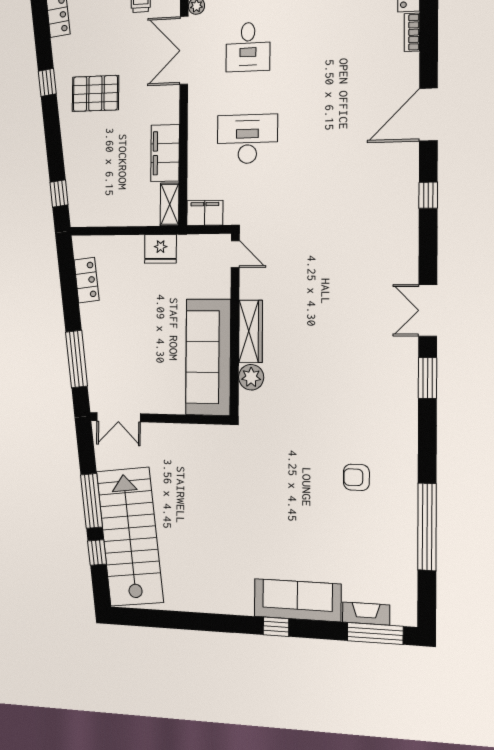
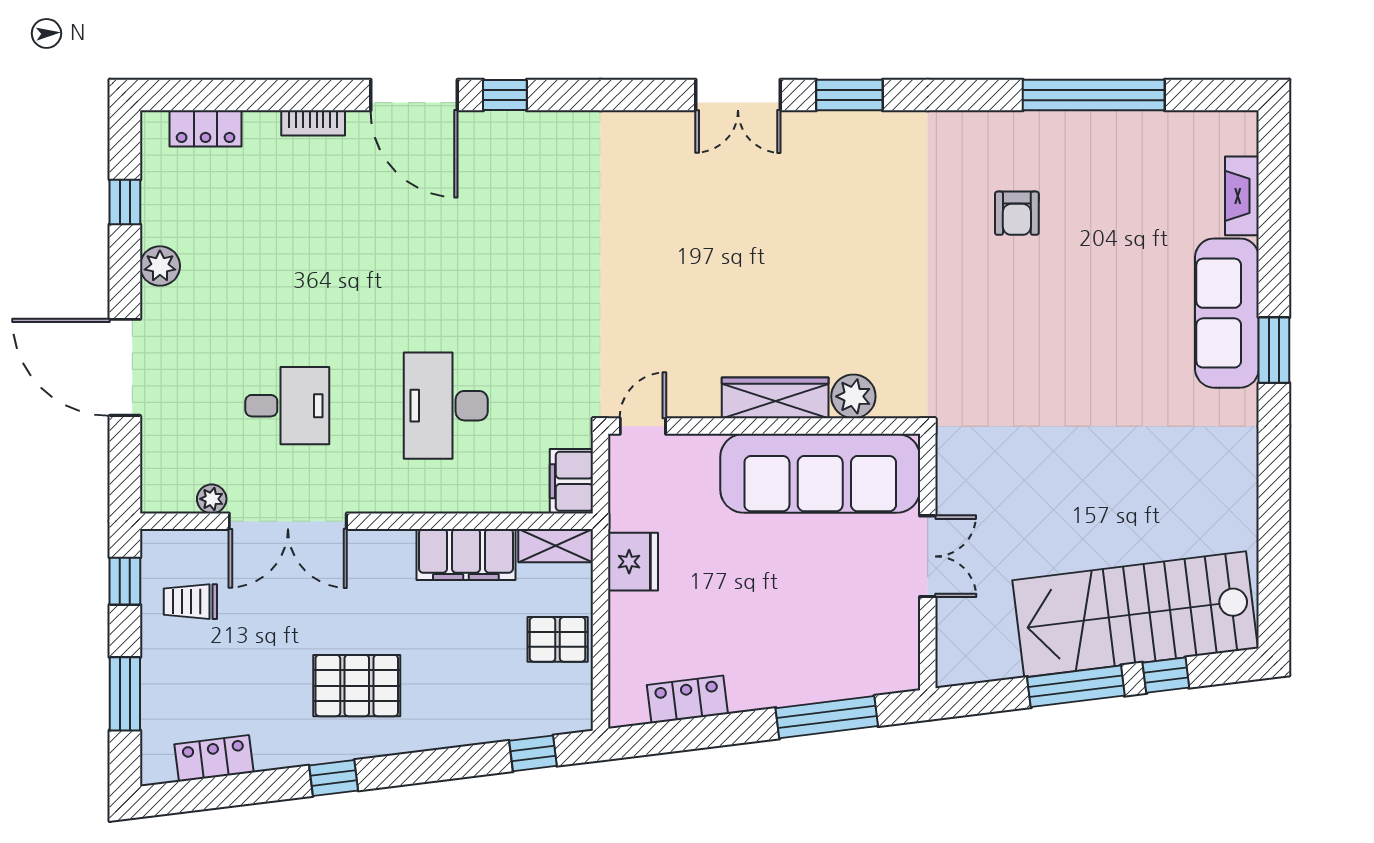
bookcase: (412, 32) -> (313, 123), moved
pallet: (95, 93) -> (357, 686), turned 90
window: (428, 195) -> (505, 95), moved
pallet: (119, 206) -> (558, 639), added
double door: (119, 417) -> (928, 556), moved
window: (276, 627) -> (1274, 350), width x1.50
window: (375, 634) -> (1274, 180), removed

